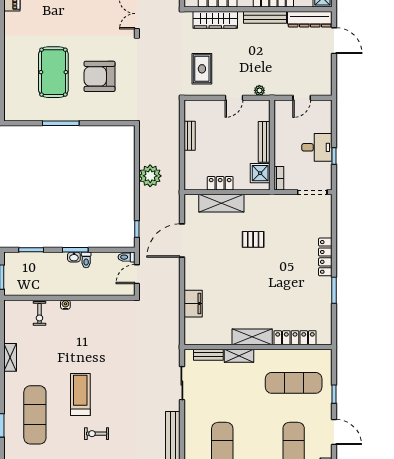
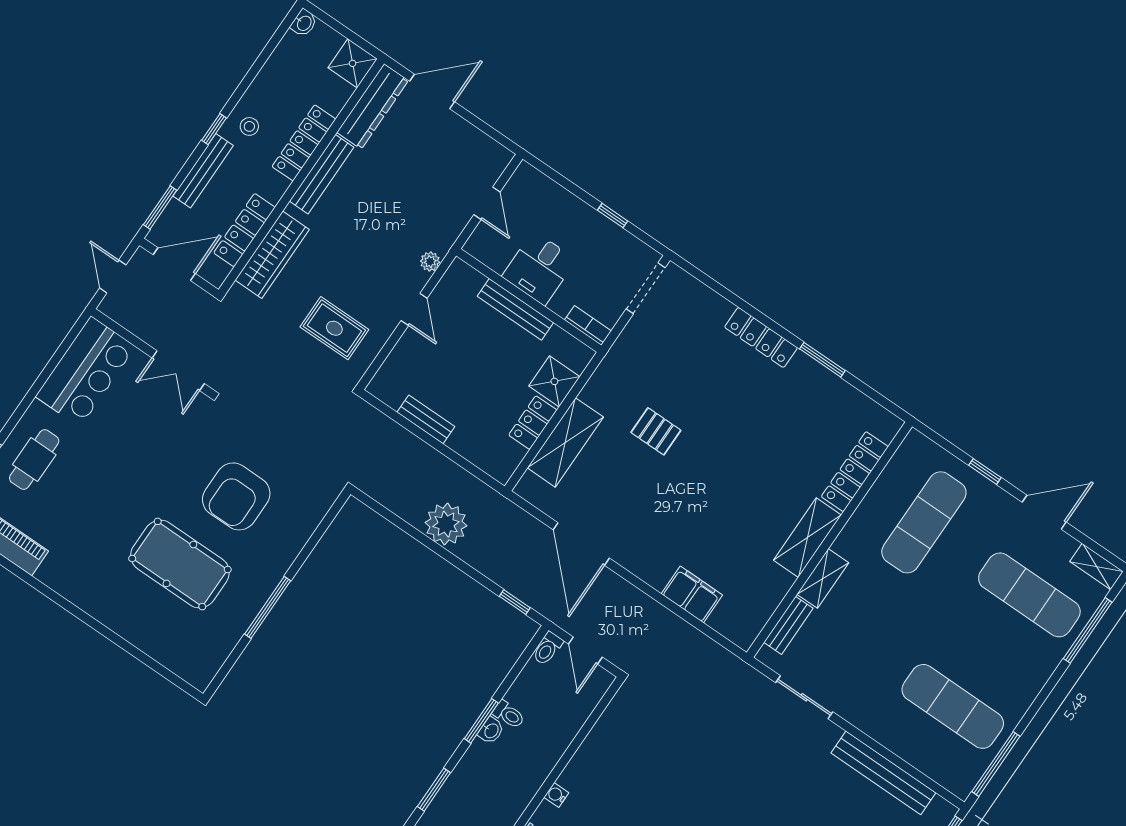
desk: (317, 147) -> (539, 268), moved, turned 180
shower: (260, 173) -> (554, 381), moved
pallet: (253, 239) -> (656, 431), turned 90

